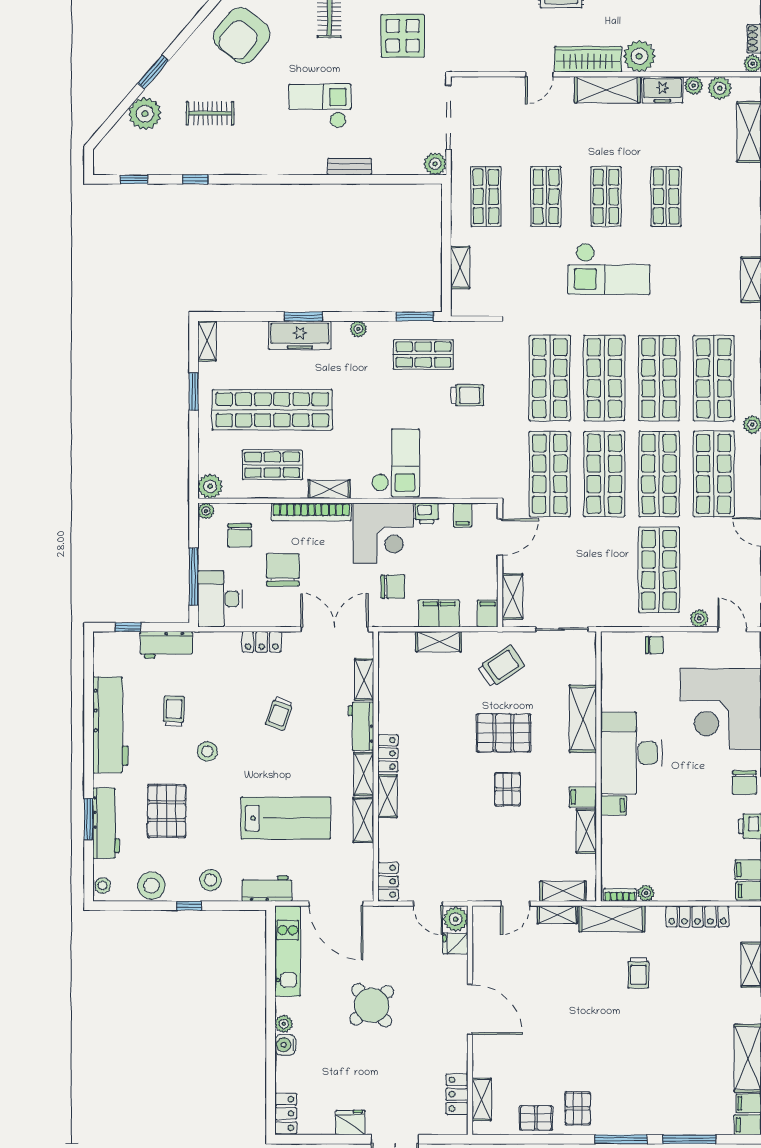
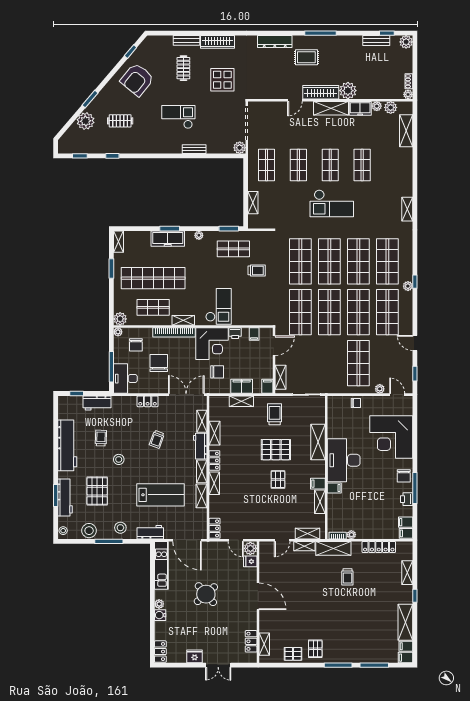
trolley: (501, 666) -> (275, 414), turned -56
shelving: (388, 702) -> (215, 433), added
window: (189, 906) -> (109, 541), width x2.17

